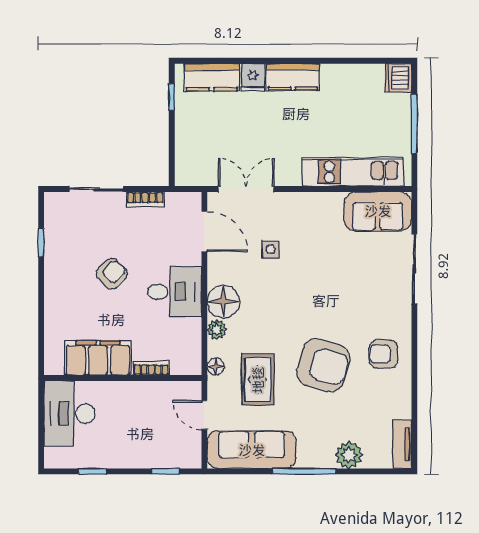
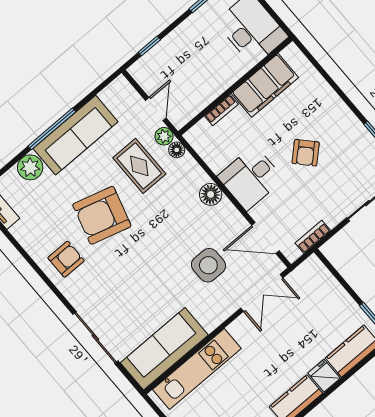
bookcase: (145, 199) -> (313, 237), moved
sofa: (378, 211) -> (164, 349), width x1.36
side table: (271, 249) -> (208, 265), width x1.87, depth x1.87
floor lamp: (224, 302) -> (211, 194), width x0.73, depth x0.73
plant: (217, 329) -> (164, 136), moved
door: (204, 415) -> (156, 109), hinge flipped
sofa: (252, 450) -> (76, 135), moved

